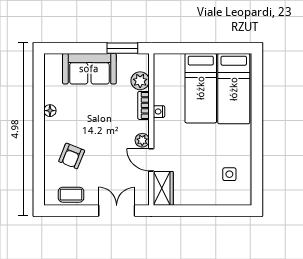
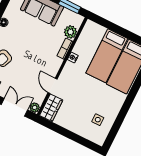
plant: (142, 140) -> (35, 108), moved

